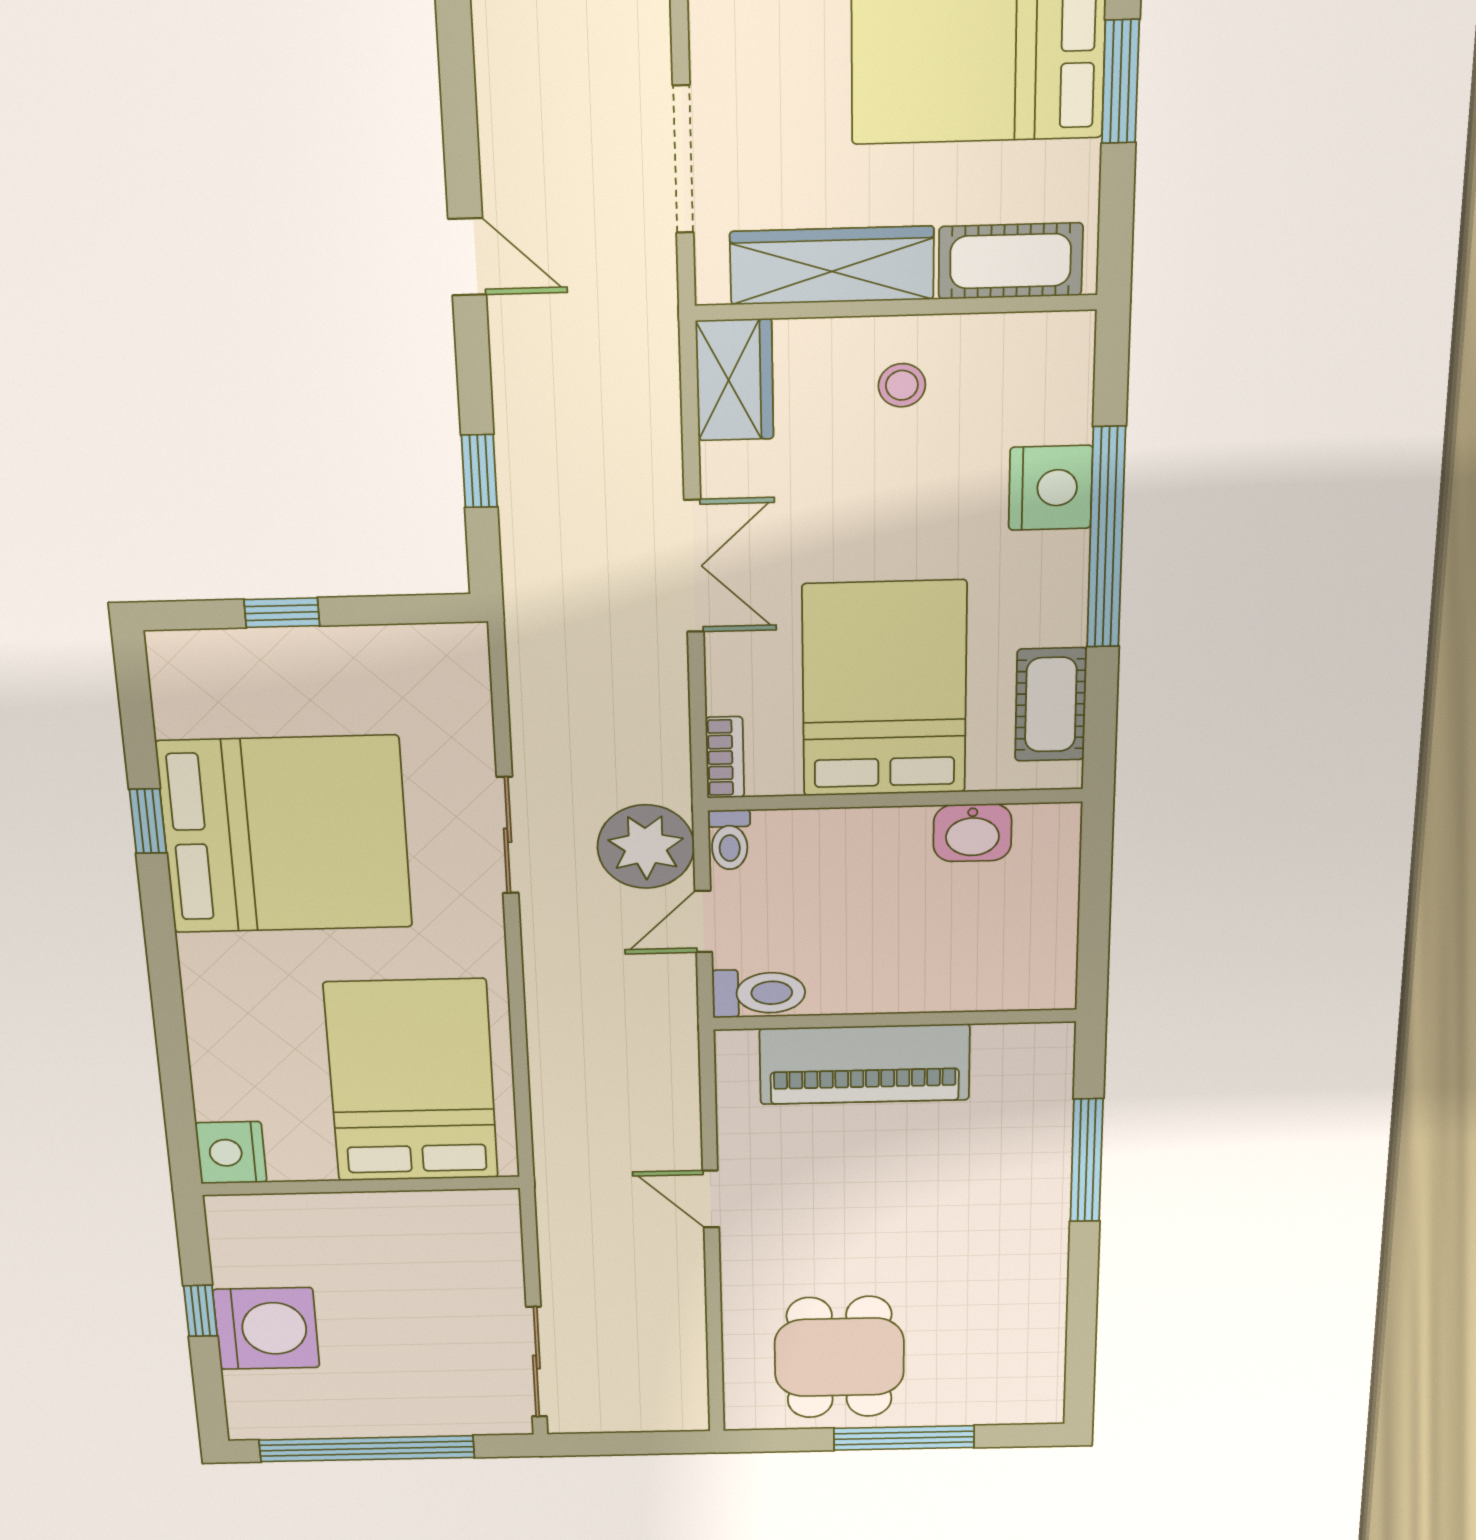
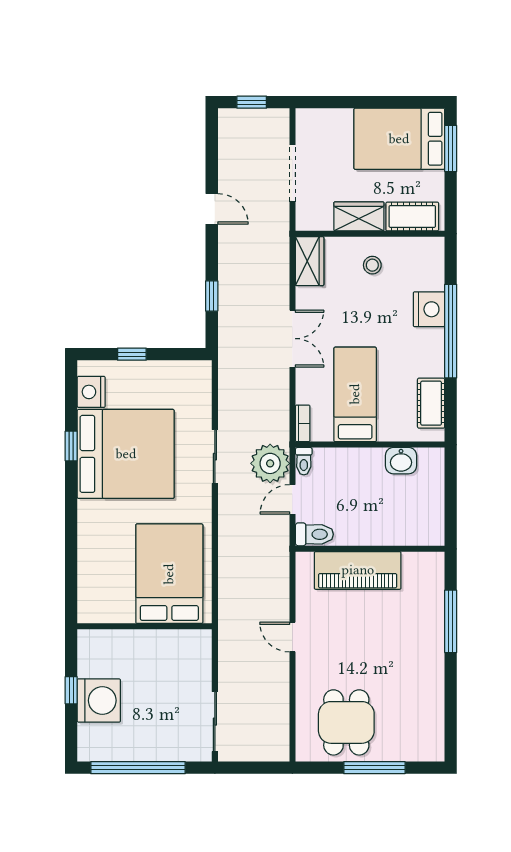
wardrobe: (832, 265) -> (359, 216), width x0.67
bed: (884, 689) -> (355, 394), width x0.67
nightstand: (231, 1153) -> (91, 392), moved

